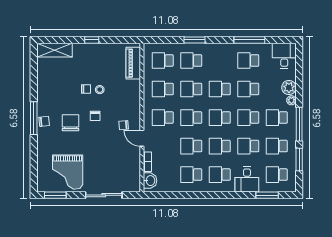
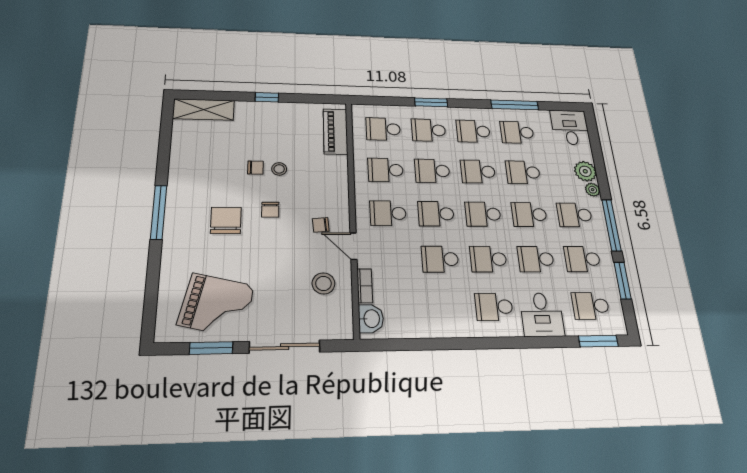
chair: (44, 121) -> (178, 218), removed
stool: (125, 160) -> (323, 283), added
grand piano: (68, 172) -> (216, 305), turned -77
school desk: (191, 175) -> (473, 131), moved
window: (55, 195) -> (211, 348), moved
window: (267, 195) -> (598, 341), moved

